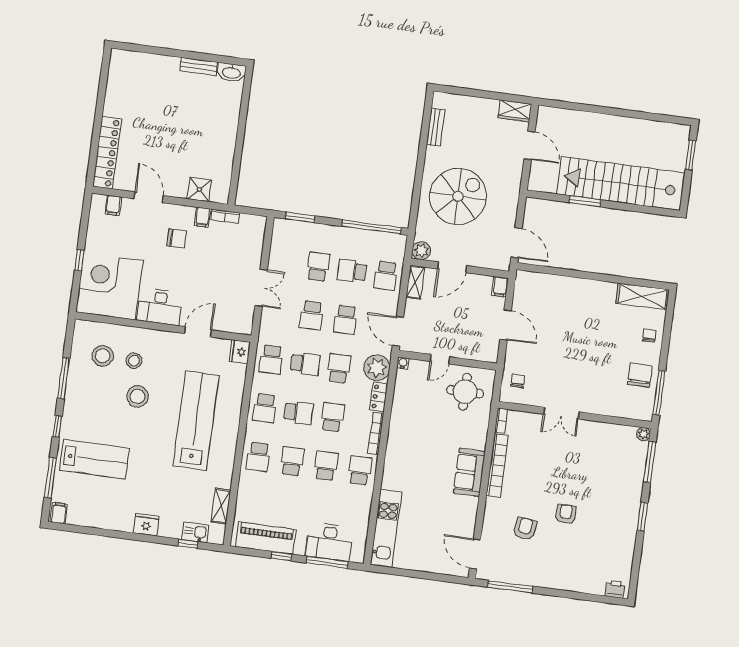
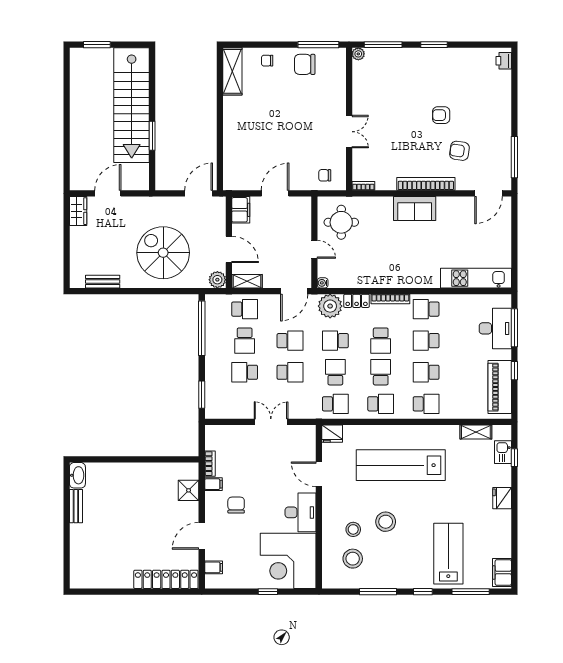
filing cabinet: (500, 287) -> (241, 210), width x2.00
school desk: (332, 417) -> (381, 341), turned -90
bookcase: (497, 465) -> (426, 184), moved
filing cabinet: (59, 513) -> (502, 572), width x2.00

